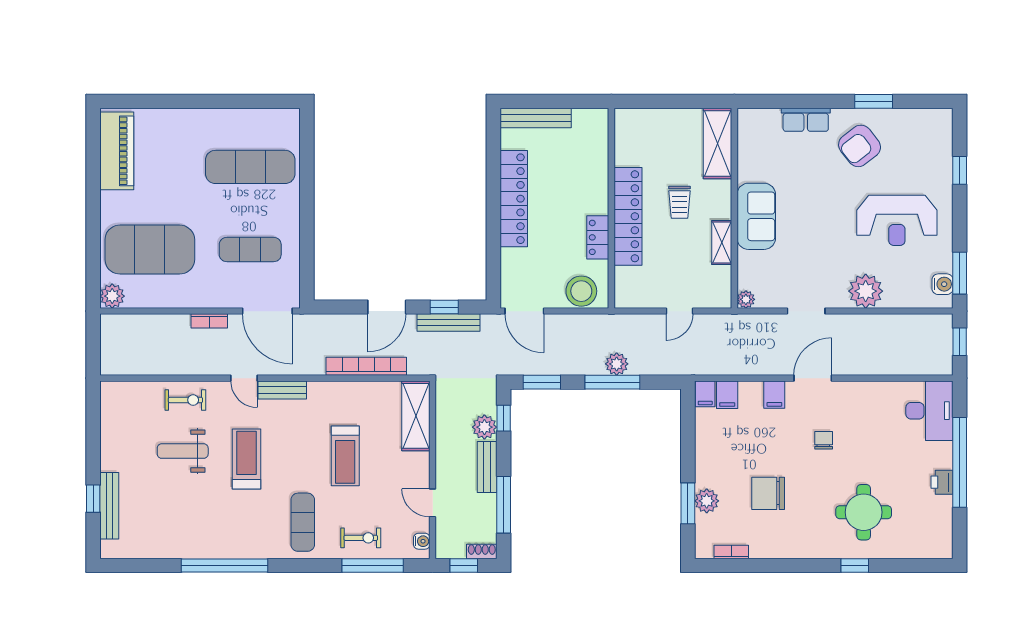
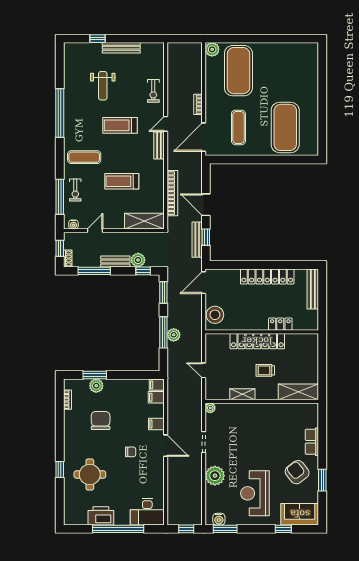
piano: (117, 151) -> (294, 52), removed
exercise mat: (250, 167) -> (285, 127), width x1.47
sofa: (756, 216) -> (300, 514), moved, turned 180
locker: (598, 237) -> (280, 324), moved
weight bench: (183, 451) -> (103, 86), moved, turned 180
treadmill: (247, 459) -> (120, 125), turned 180
printer: (942, 482) -> (101, 516), width x1.87, depth x1.48
bench: (109, 506) -> (121, 48), moved

